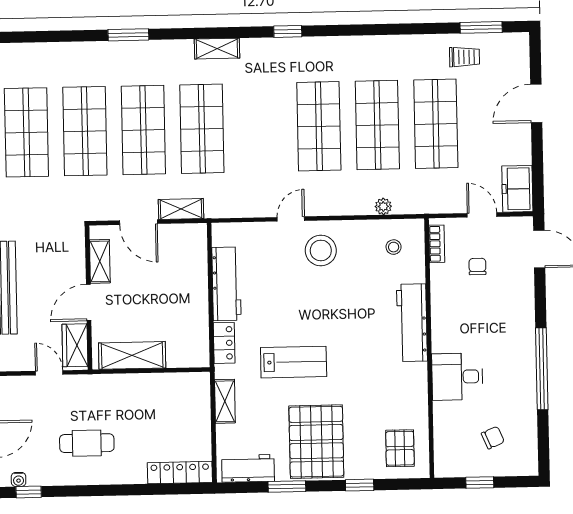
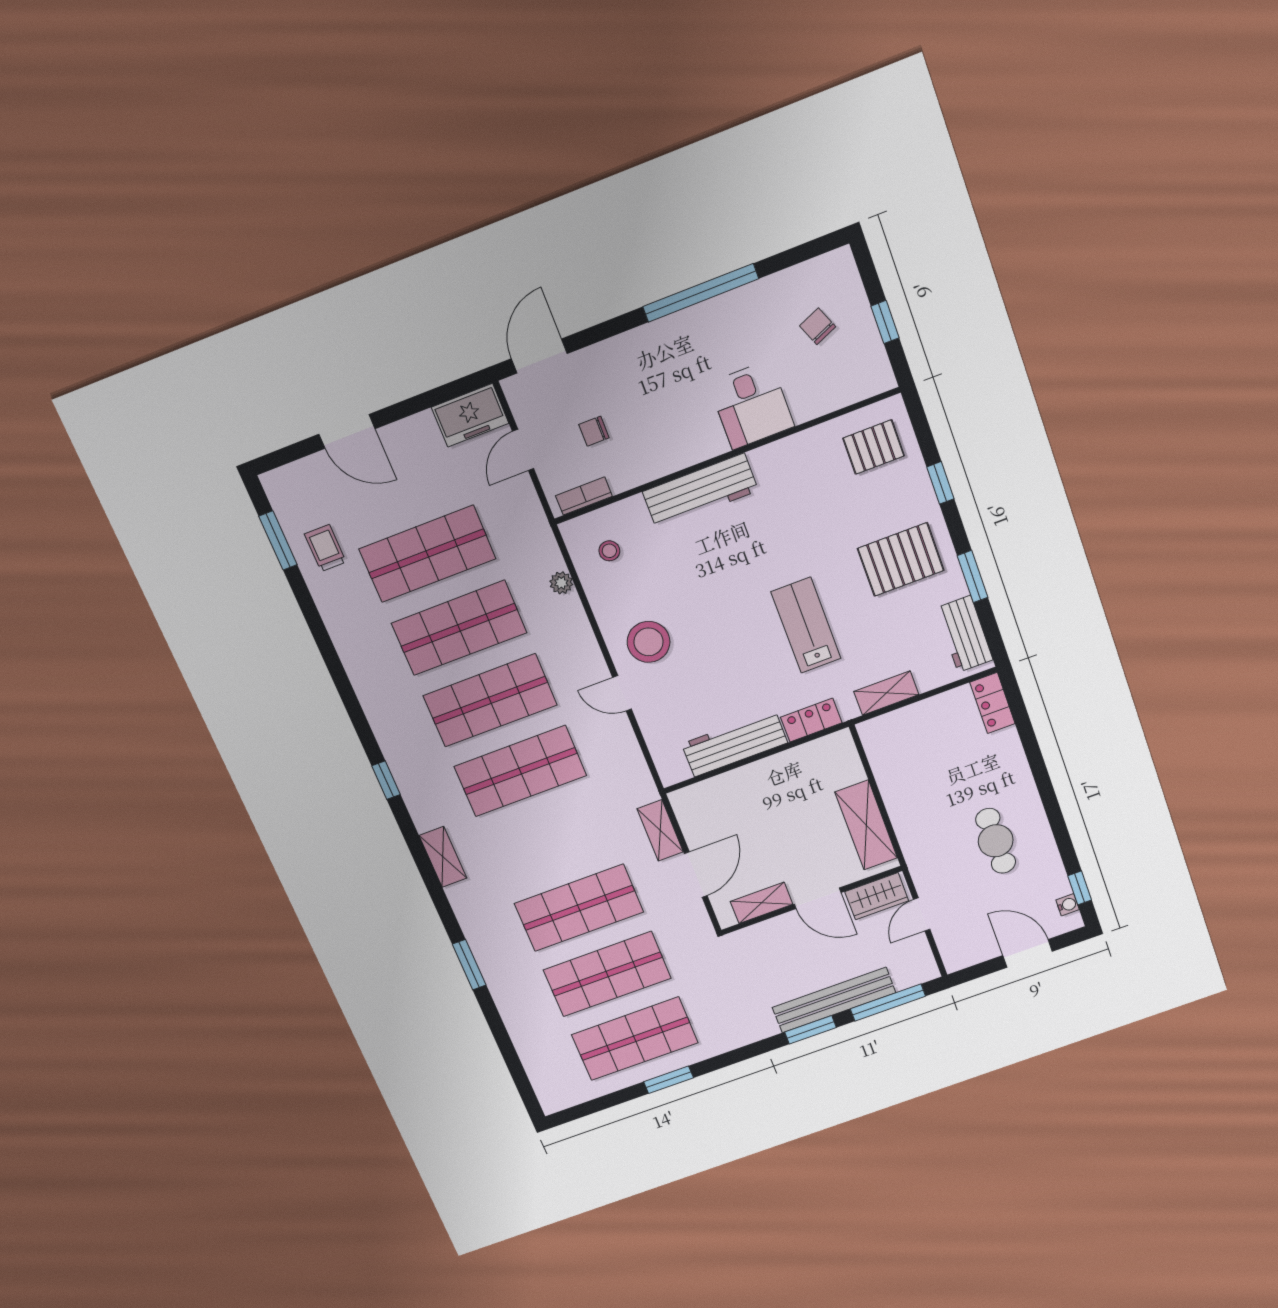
shop shelf: (202, 129) -> (520, 771), moved
pallet: (316, 442) -> (901, 559), width x0.73, depth x0.71
locker: (180, 473) -> (992, 703), width x0.66

